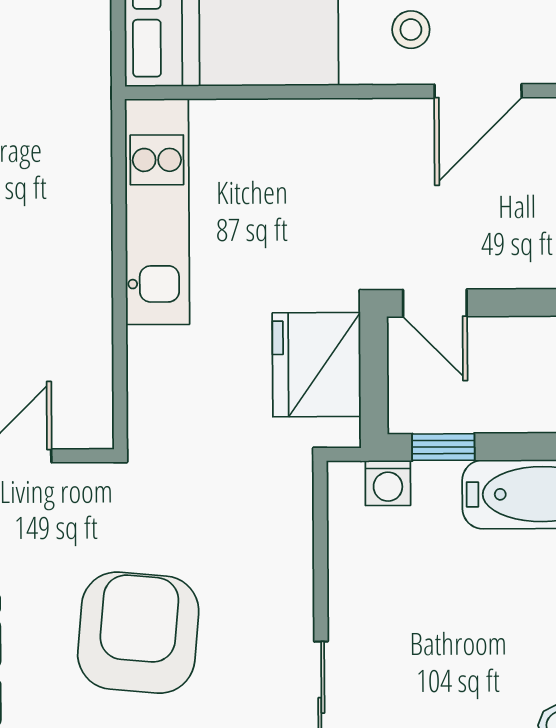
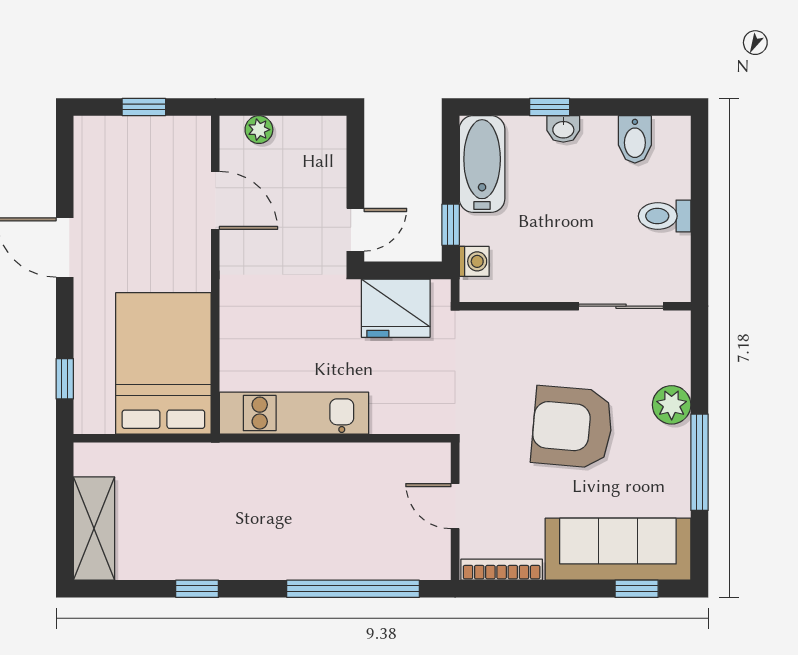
stool: (411, 30) -> (174, 245), removed

